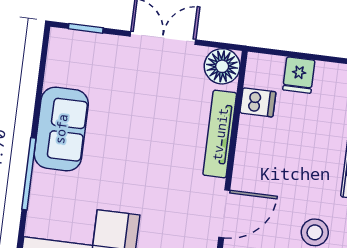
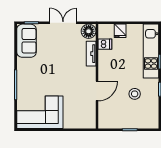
sofa: (61, 129) -> (26, 41), moved
tv unit: (220, 134) -> (91, 54), width x0.71

